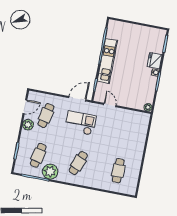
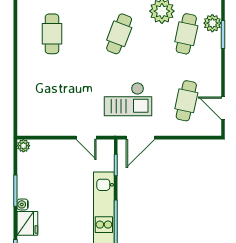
door: (25, 107) -> (223, 108), hinge flipped
plant: (28, 125) -> (212, 23), moved

